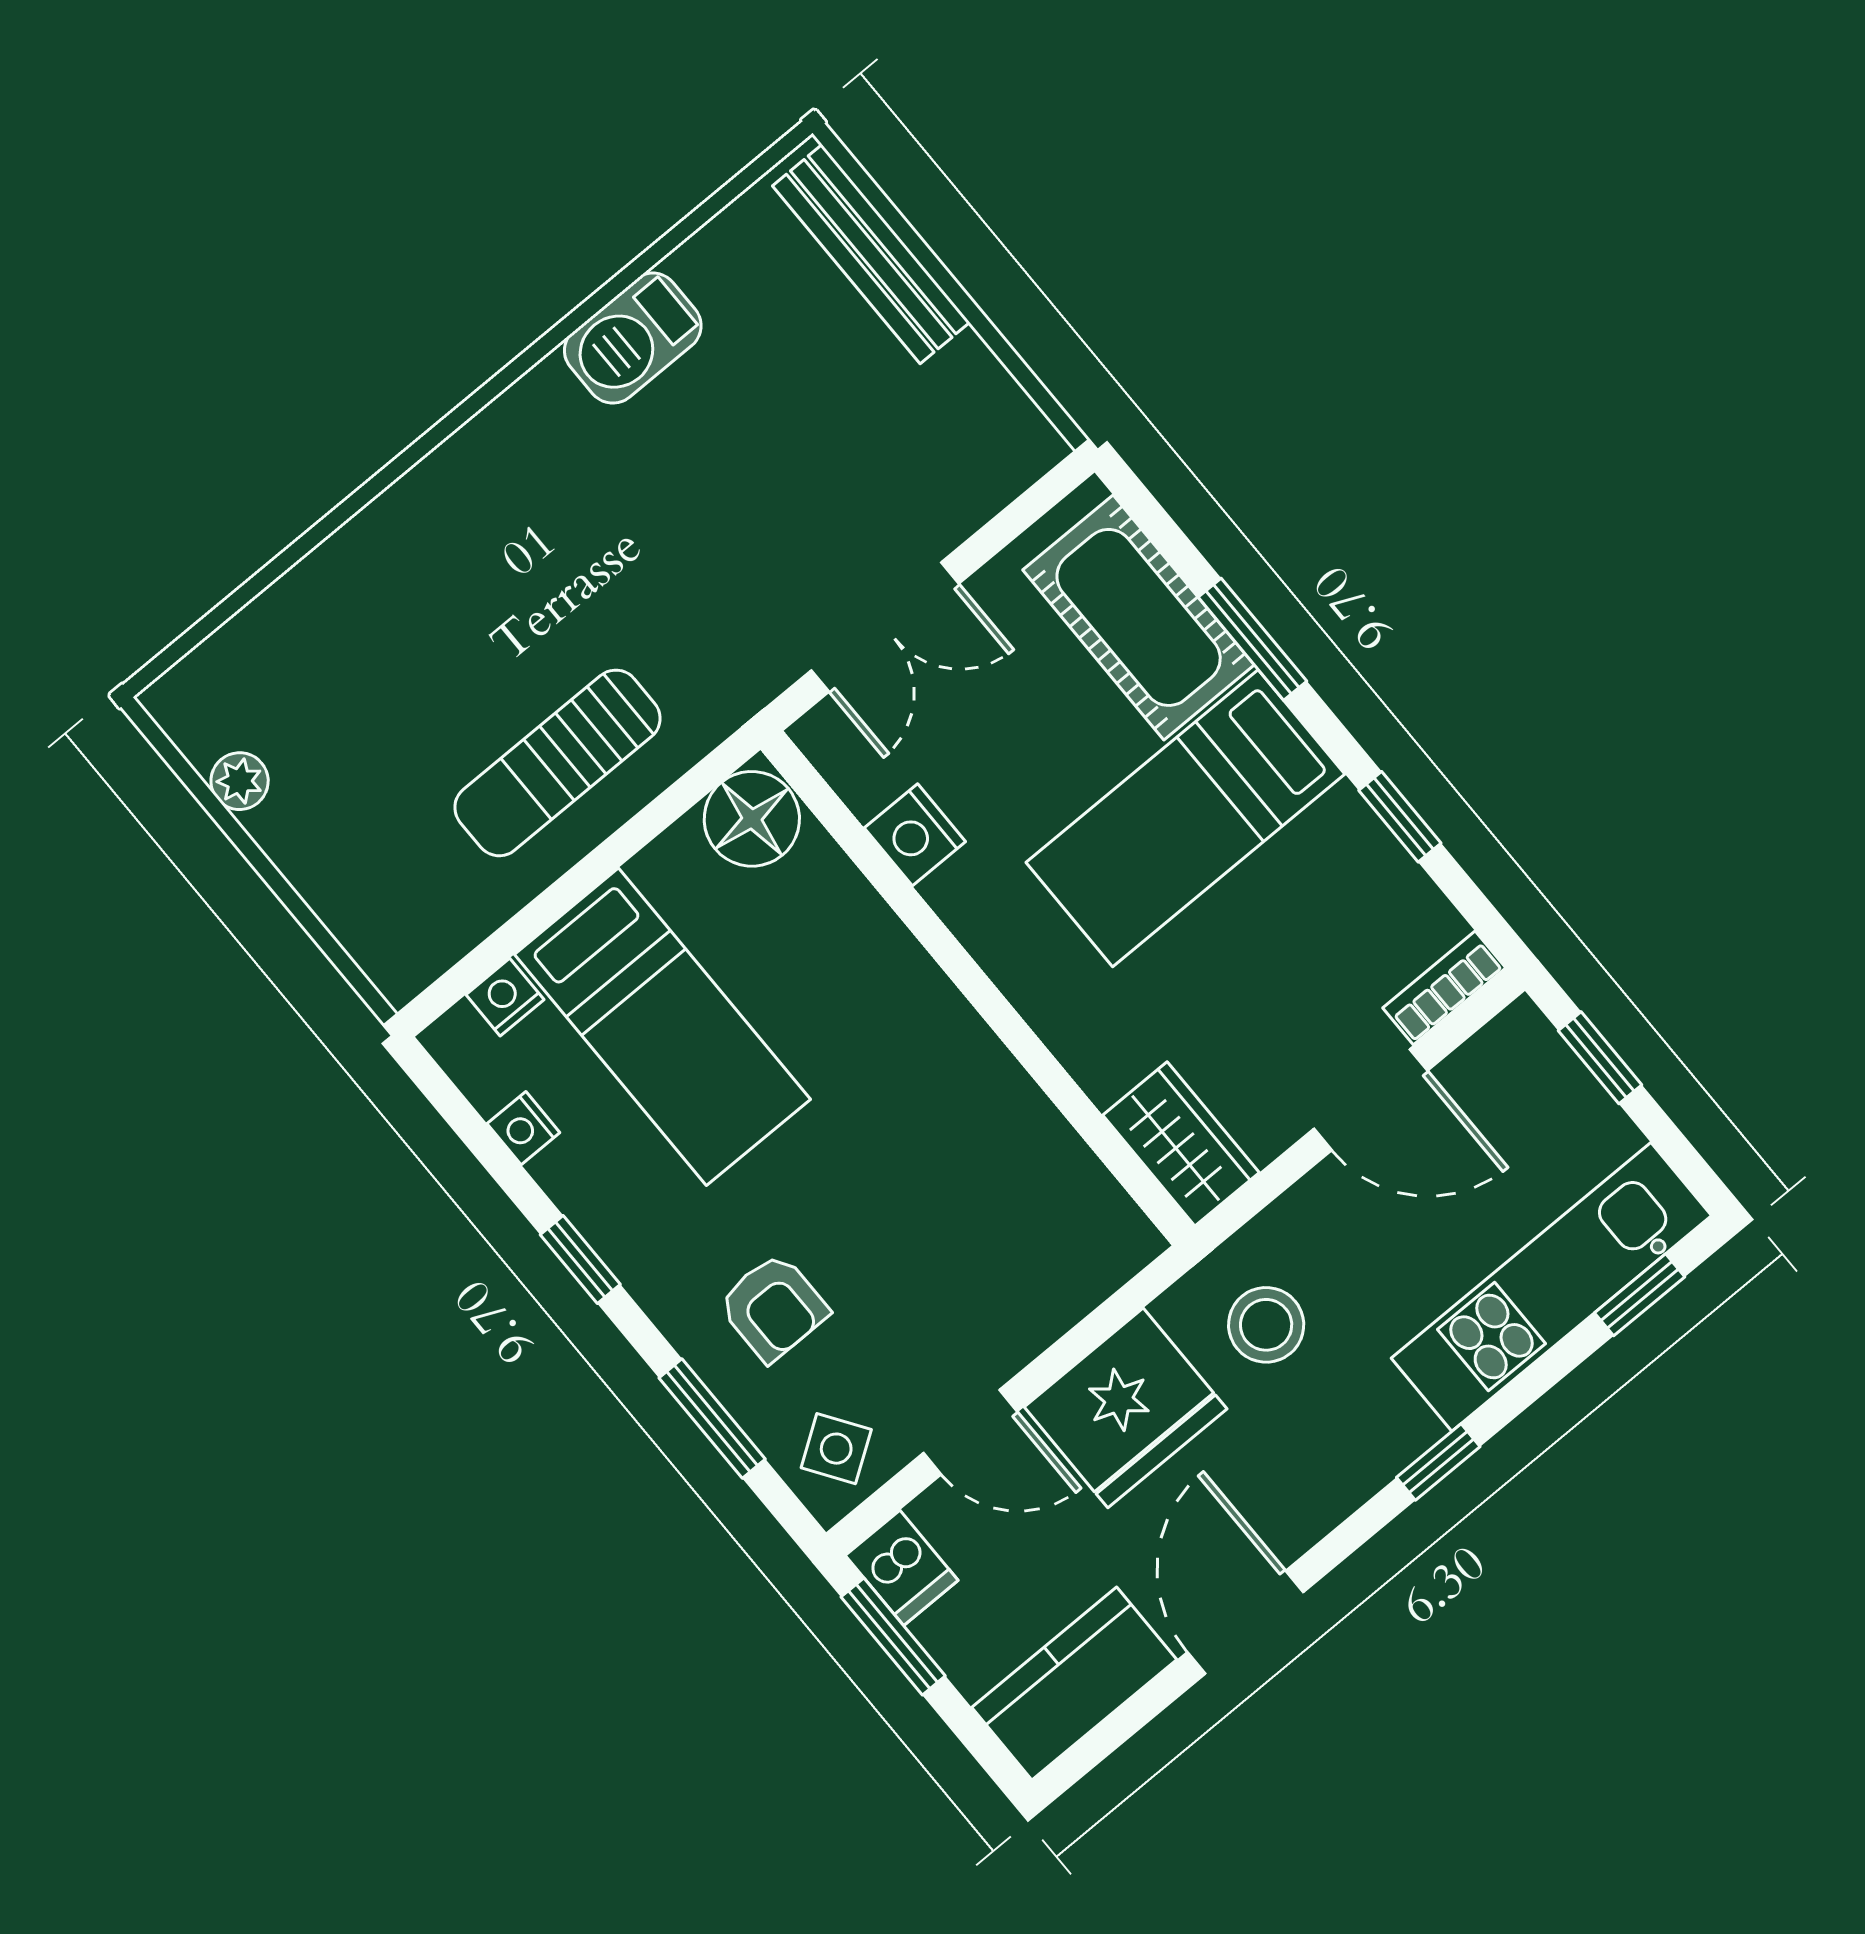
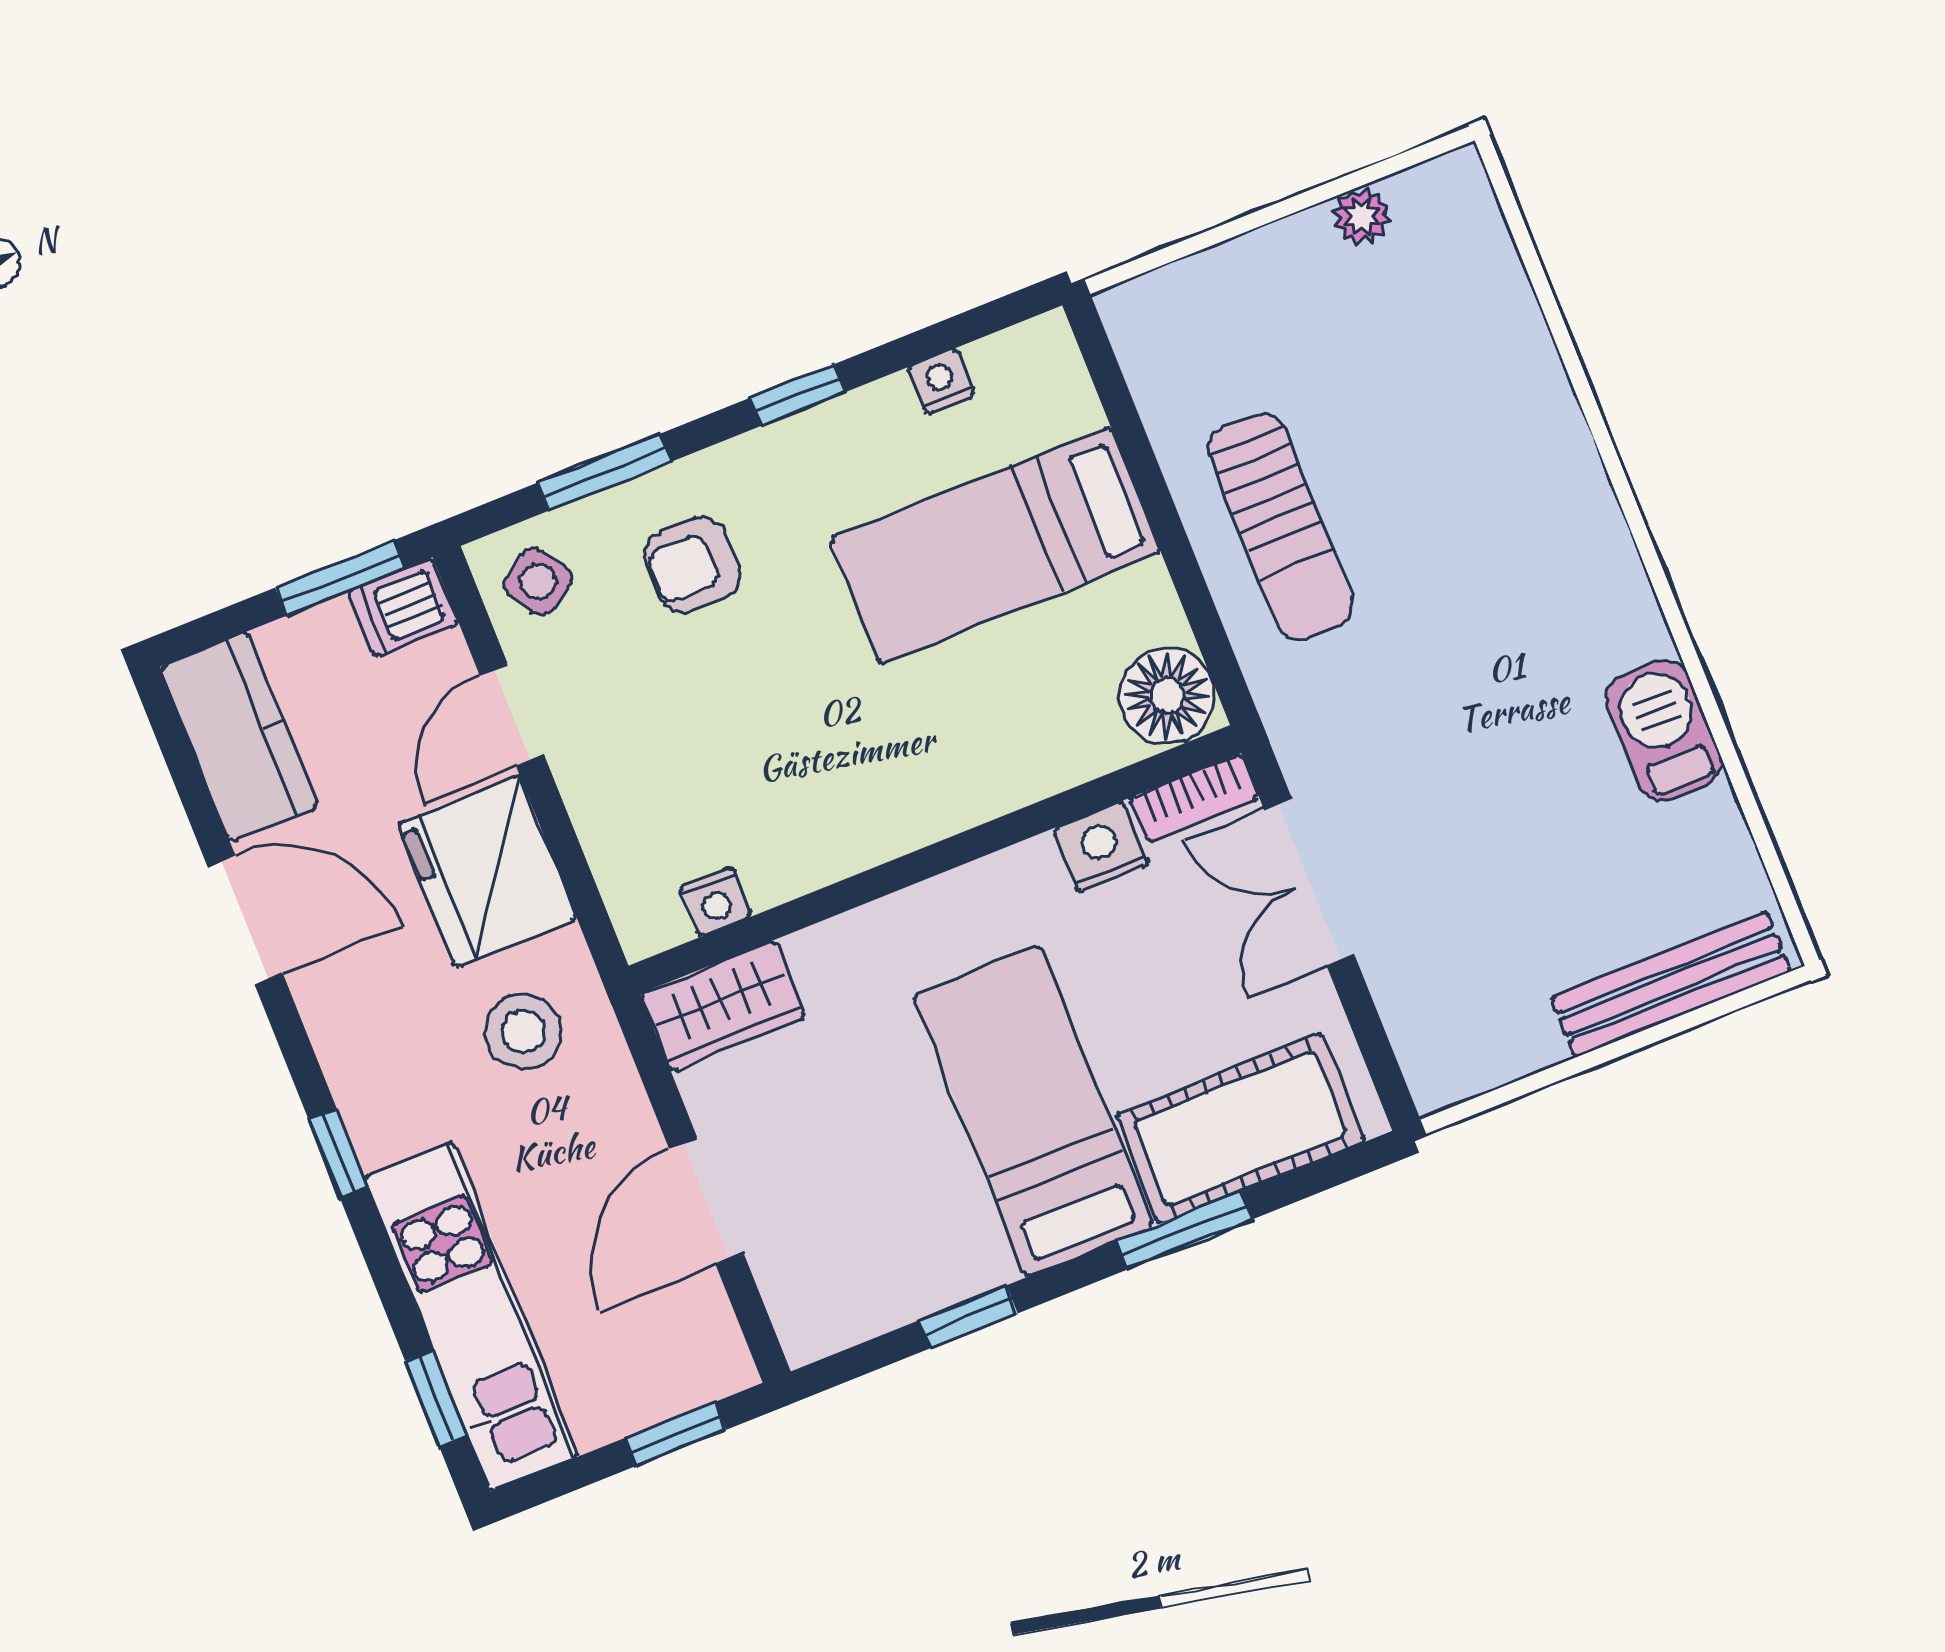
sun lounger: (557, 763) -> (1280, 527), turned 180
bookcase: (1444, 988) -> (1194, 798), moved, turned 90
nightstand: (505, 997) -> (715, 902), moved, turned 90

